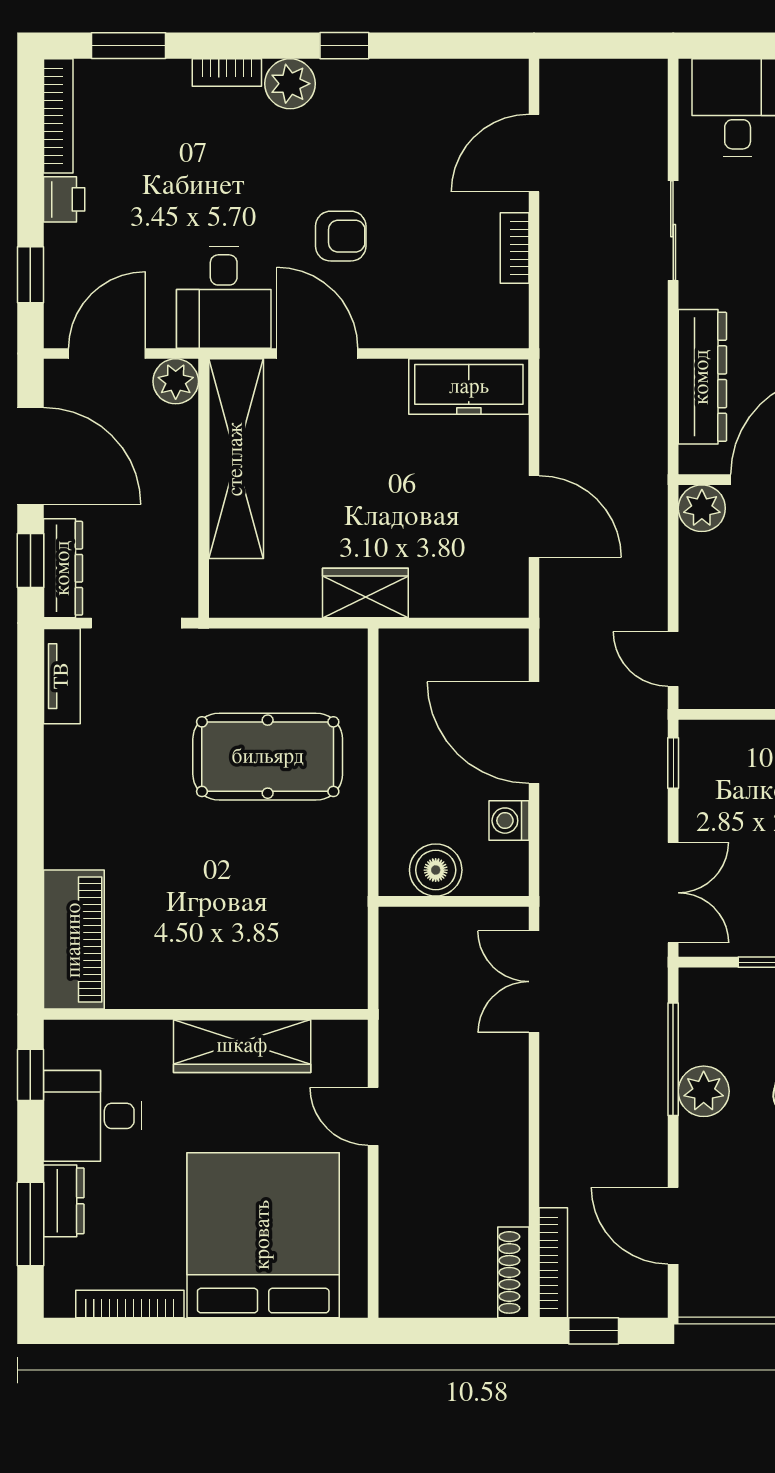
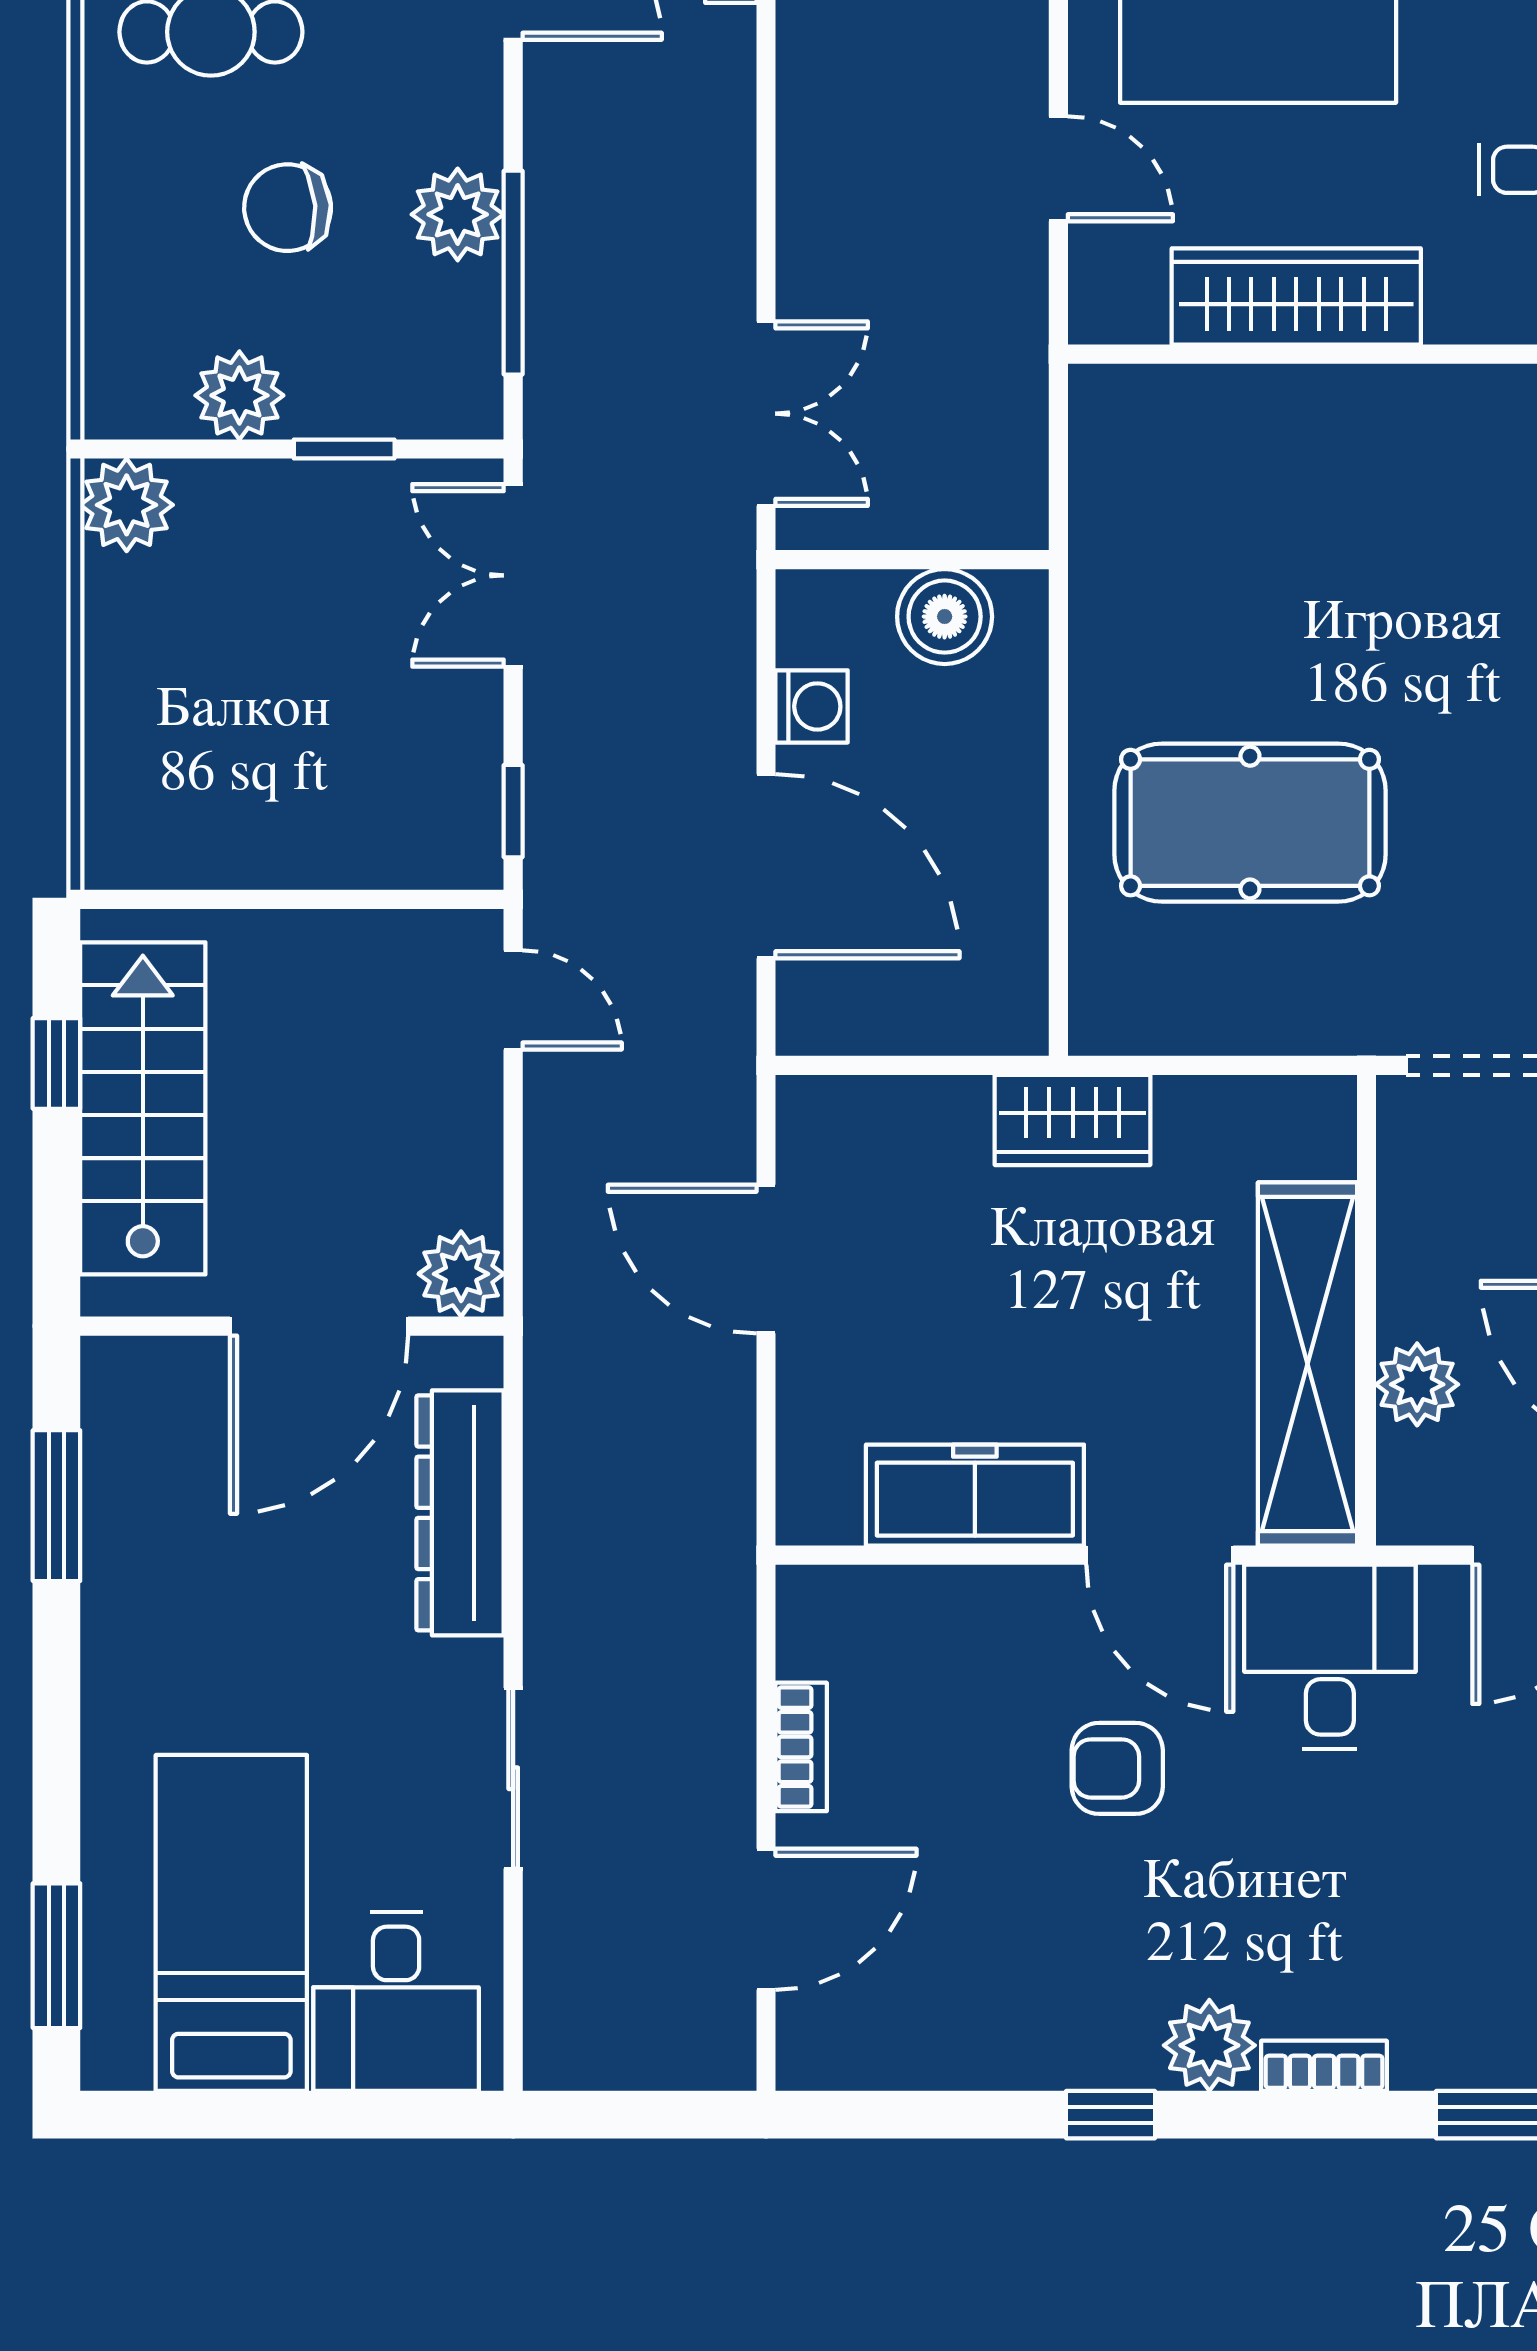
plant: (176, 381) -> (1417, 1384), moved
freezer: (469, 387) -> (975, 1495), moved

